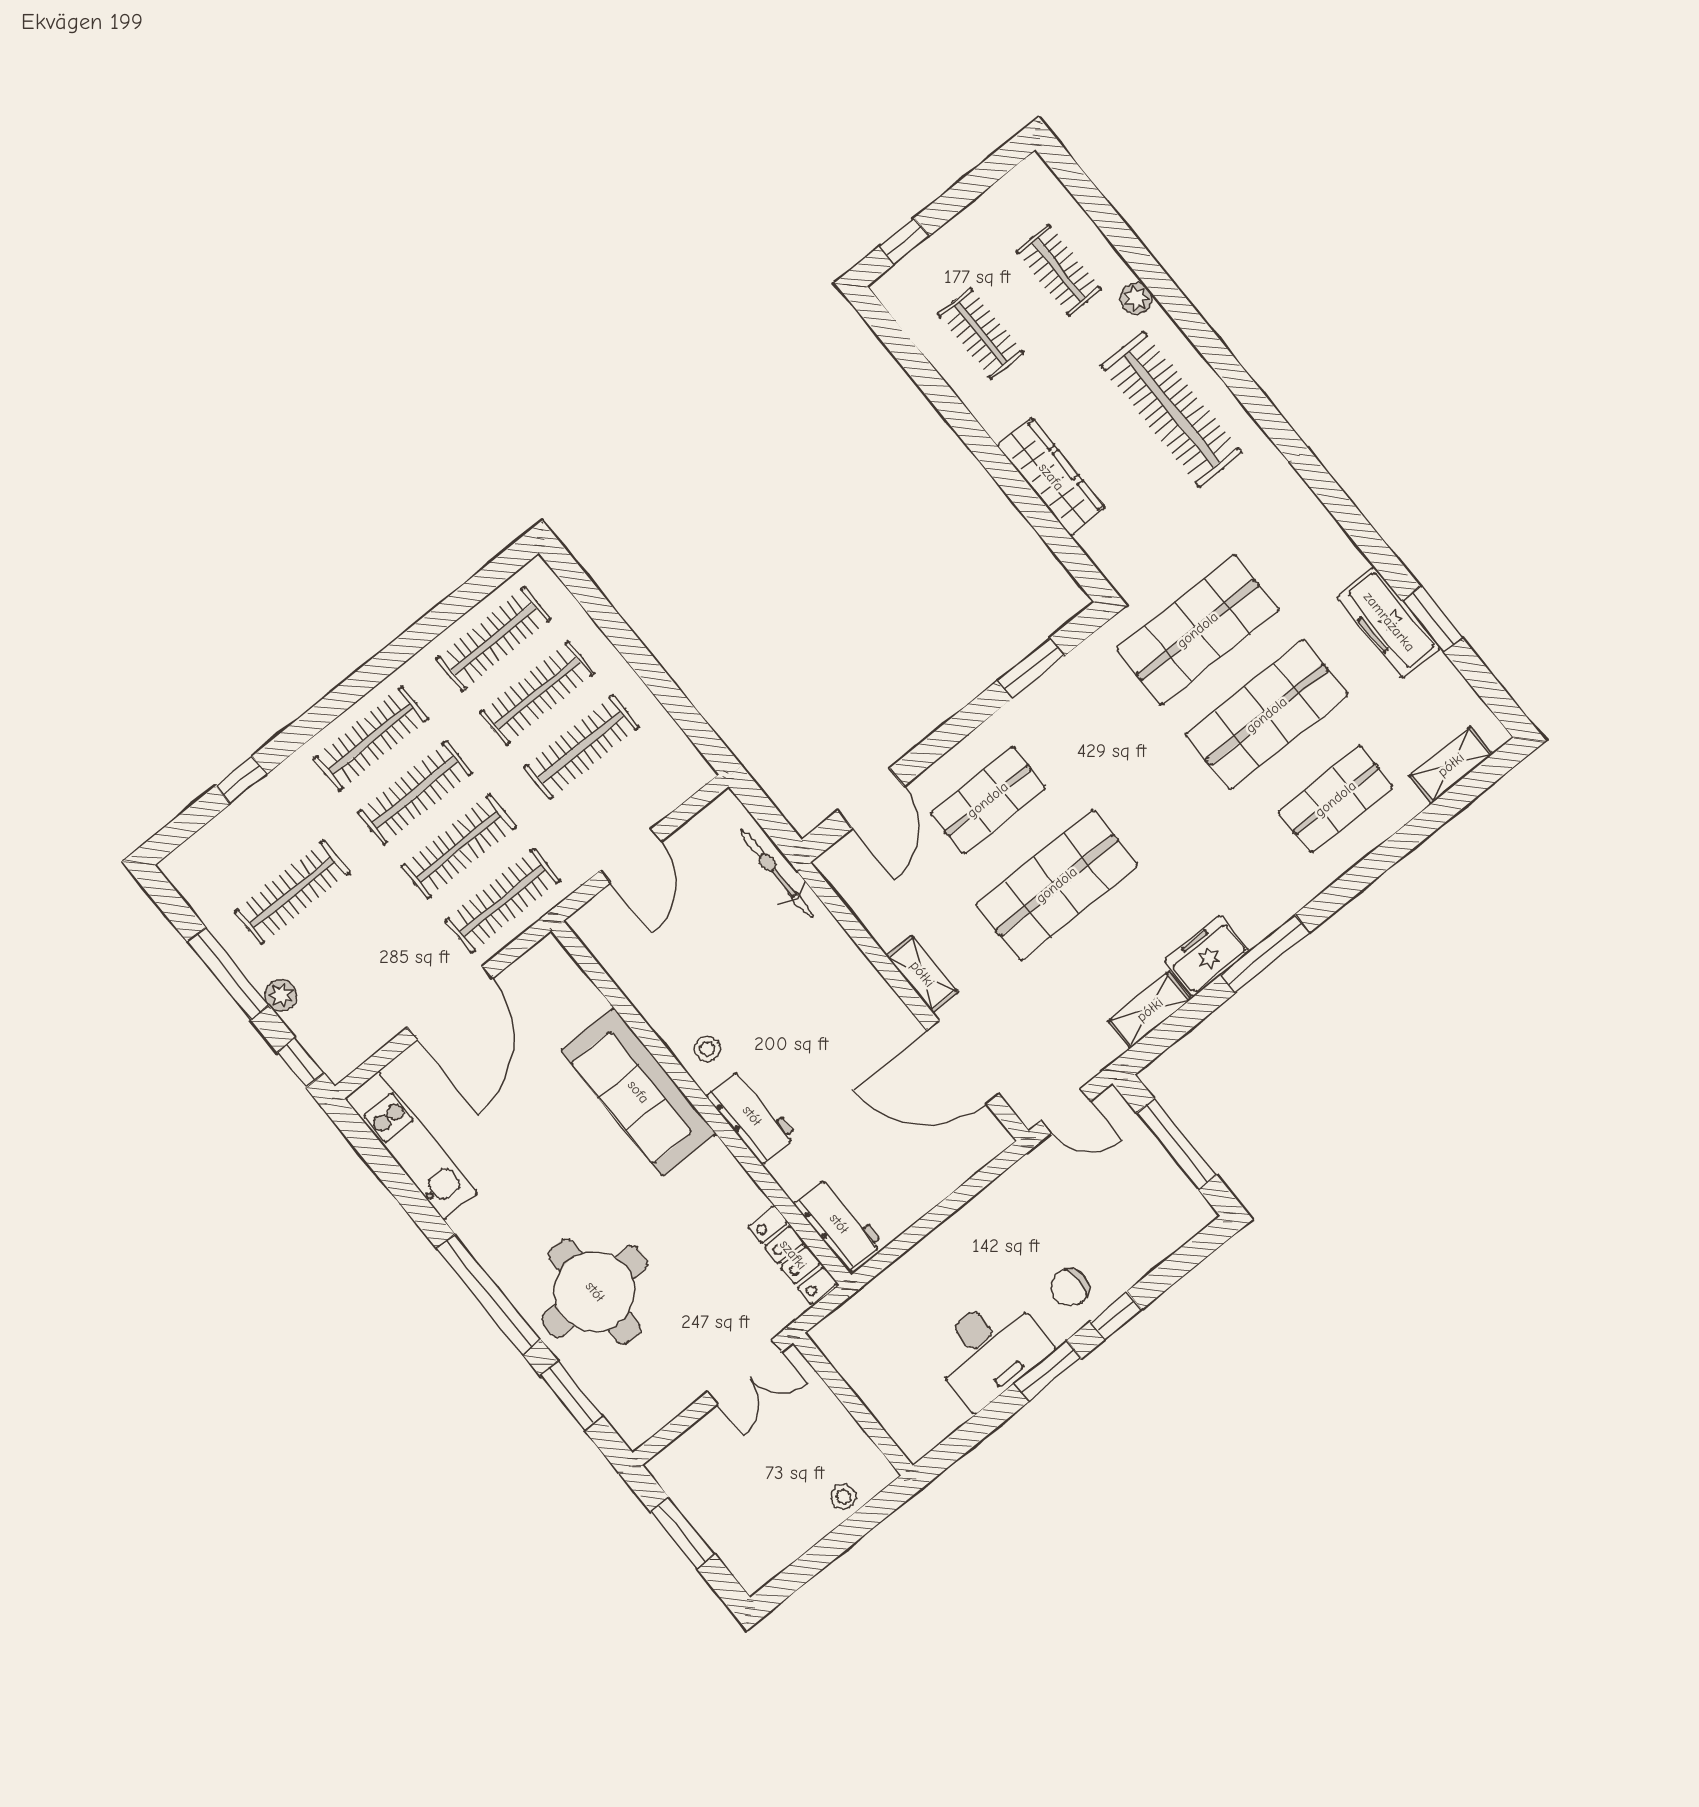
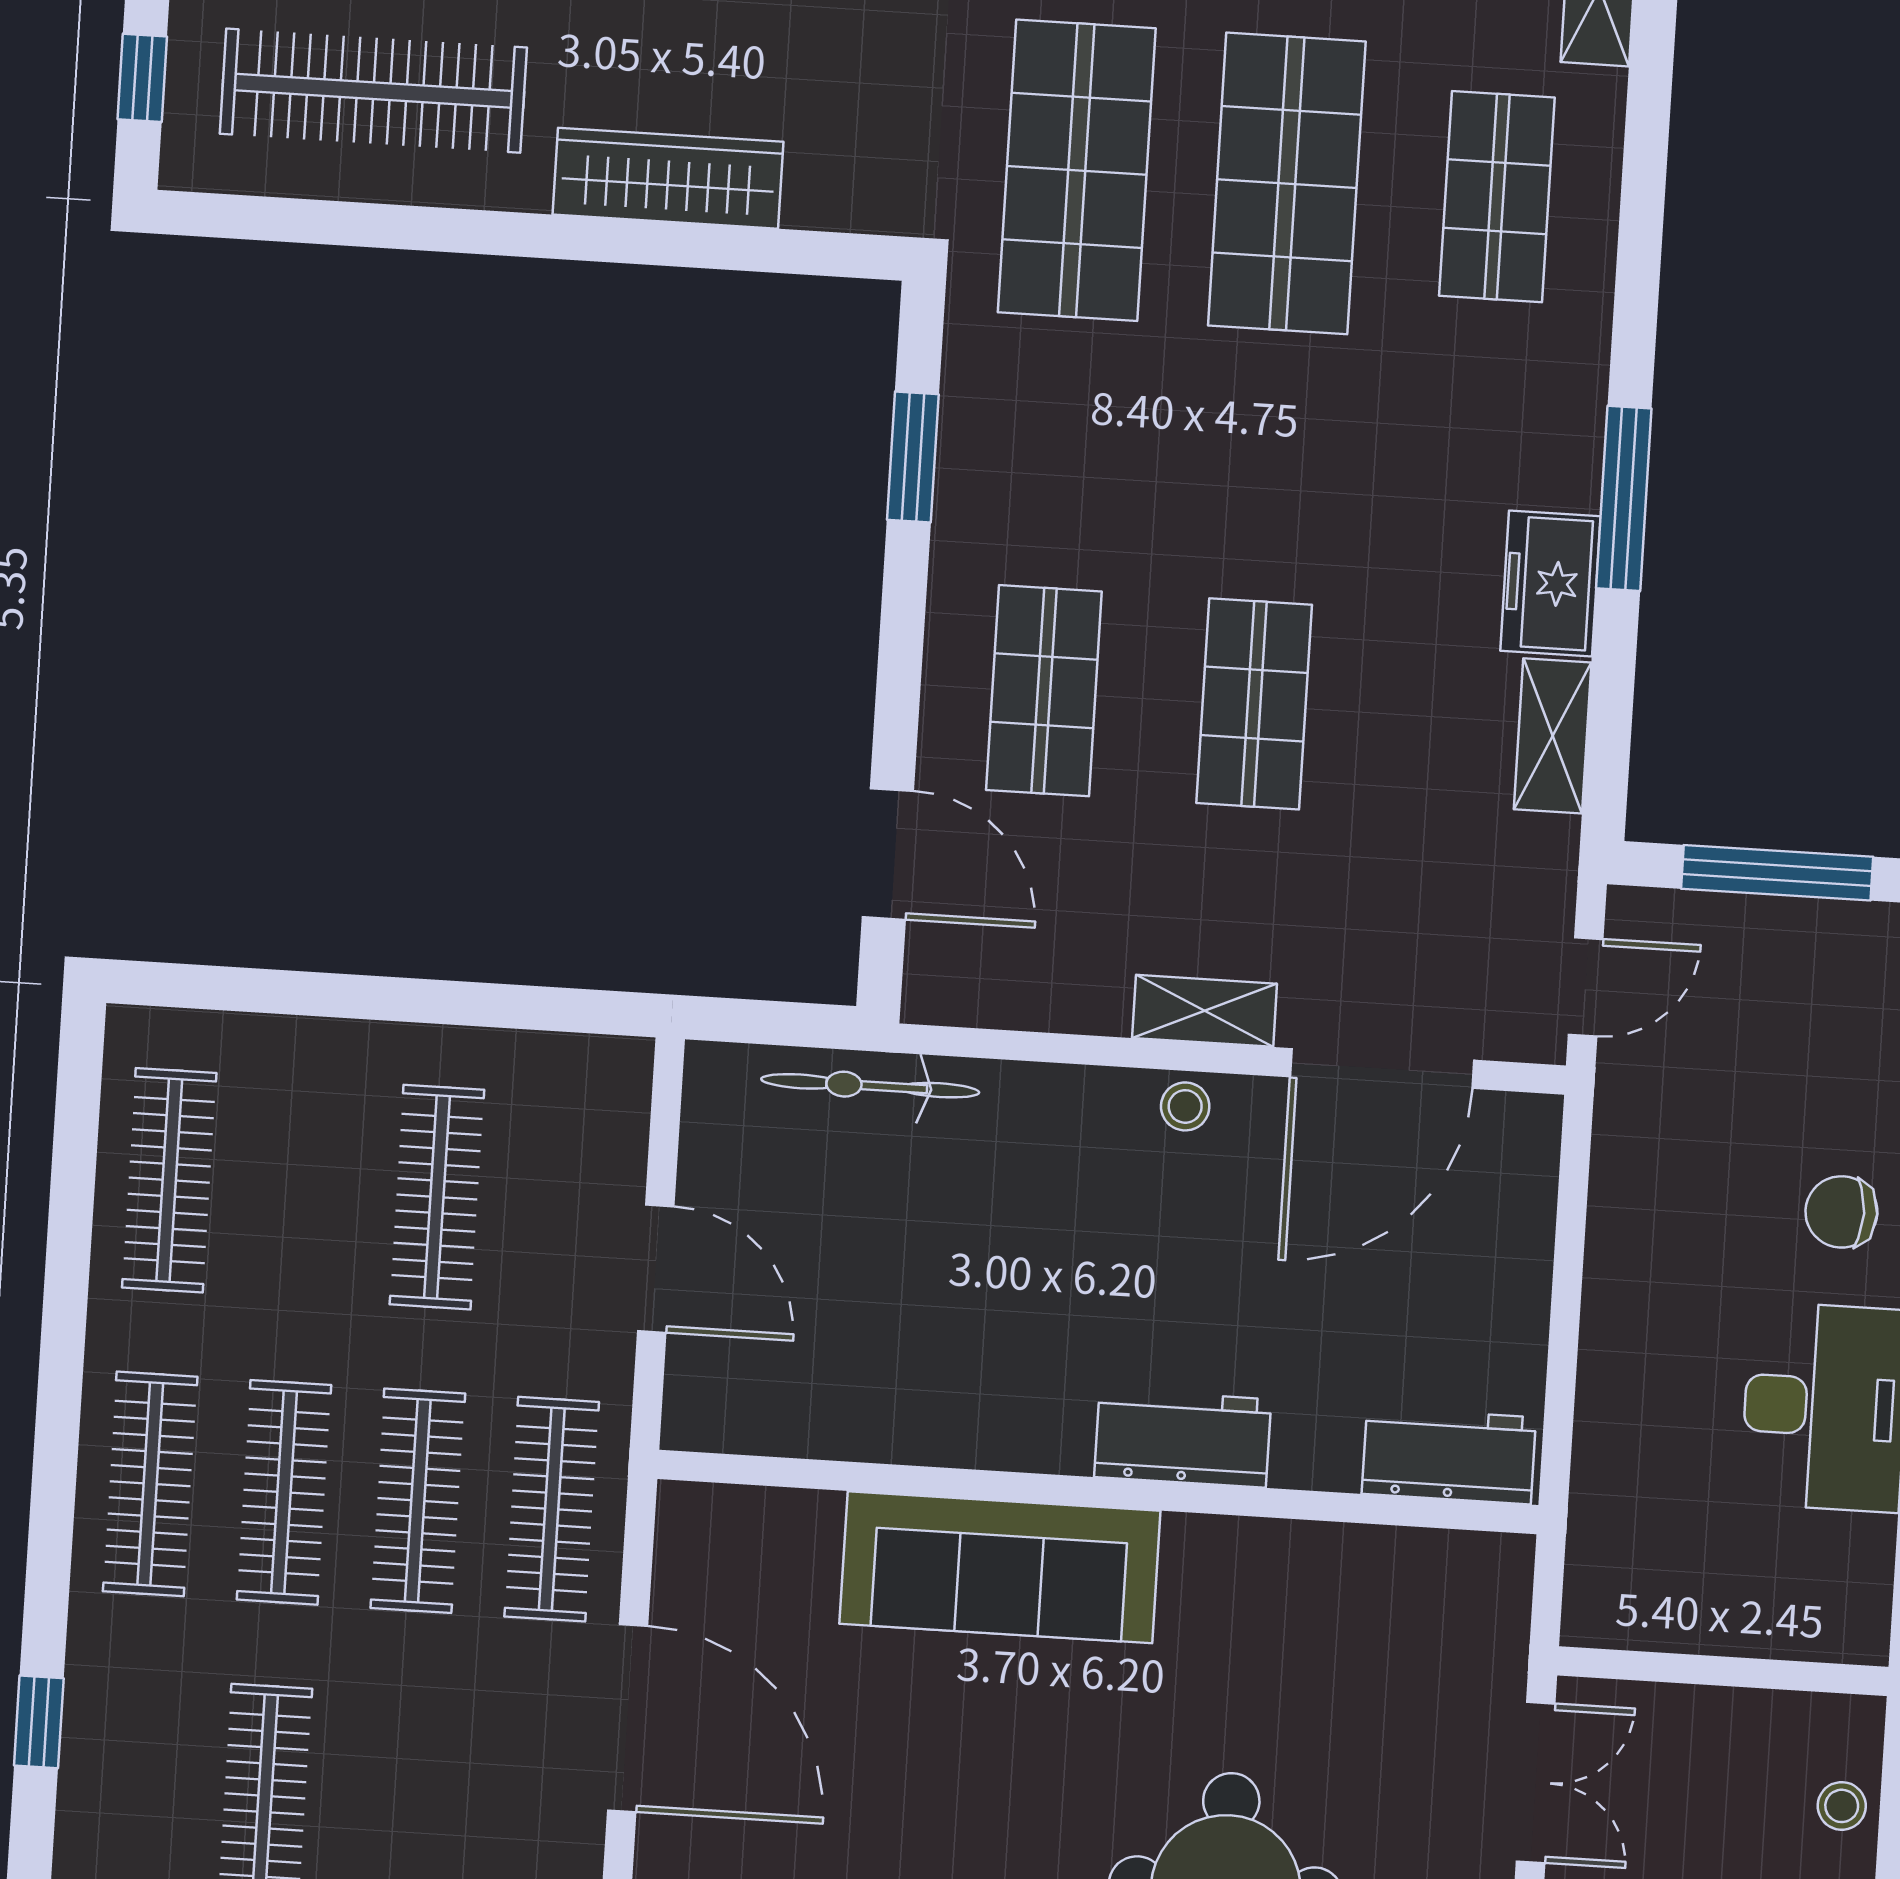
clothes rail: (981, 334) -> (373, 91), width x1.86, depth x1.31
clothes rail: (537, 693) -> (303, 1189), removed
shop shelf: (1057, 885) -> (1254, 704), width x0.70, depth x0.74
stool: (707, 1049) -> (1185, 1106), moved
locker: (793, 1255) -> (1433, 1562), removed
chair: (1070, 1288) -> (1841, 1212), turned 90

